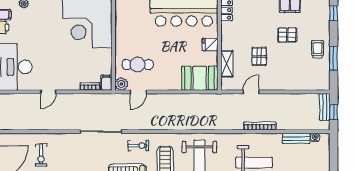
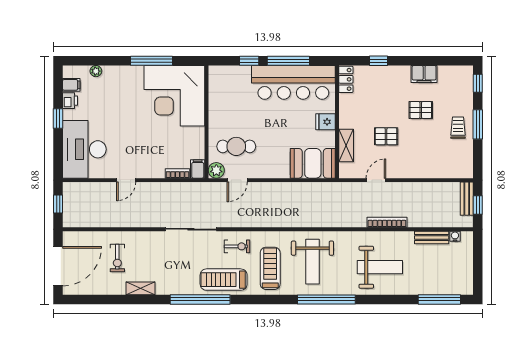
pallet: (259, 56) -> (386, 136), turned 90
window: (334, 58) -> (478, 124), moved

